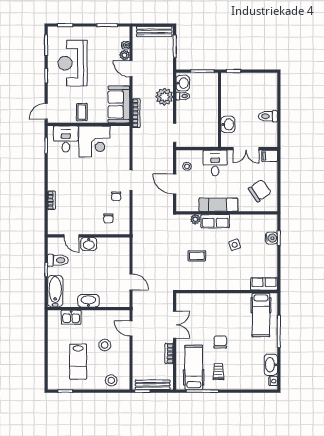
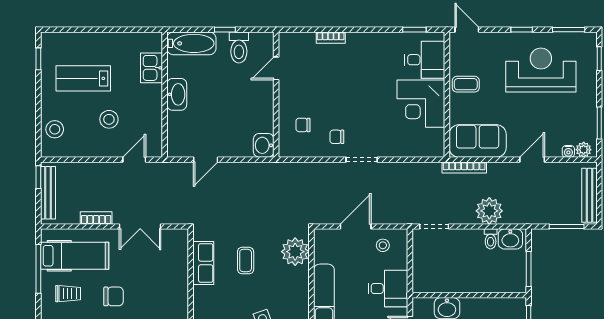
plant: (125, 55) -> (584, 150), moved
plant: (195, 219) -> (295, 252), width x1.87, depth x1.87
row of seats: (215, 221) -> (203, 263), moved, turned 180
washbasin: (89, 244) -> (264, 145), moved

